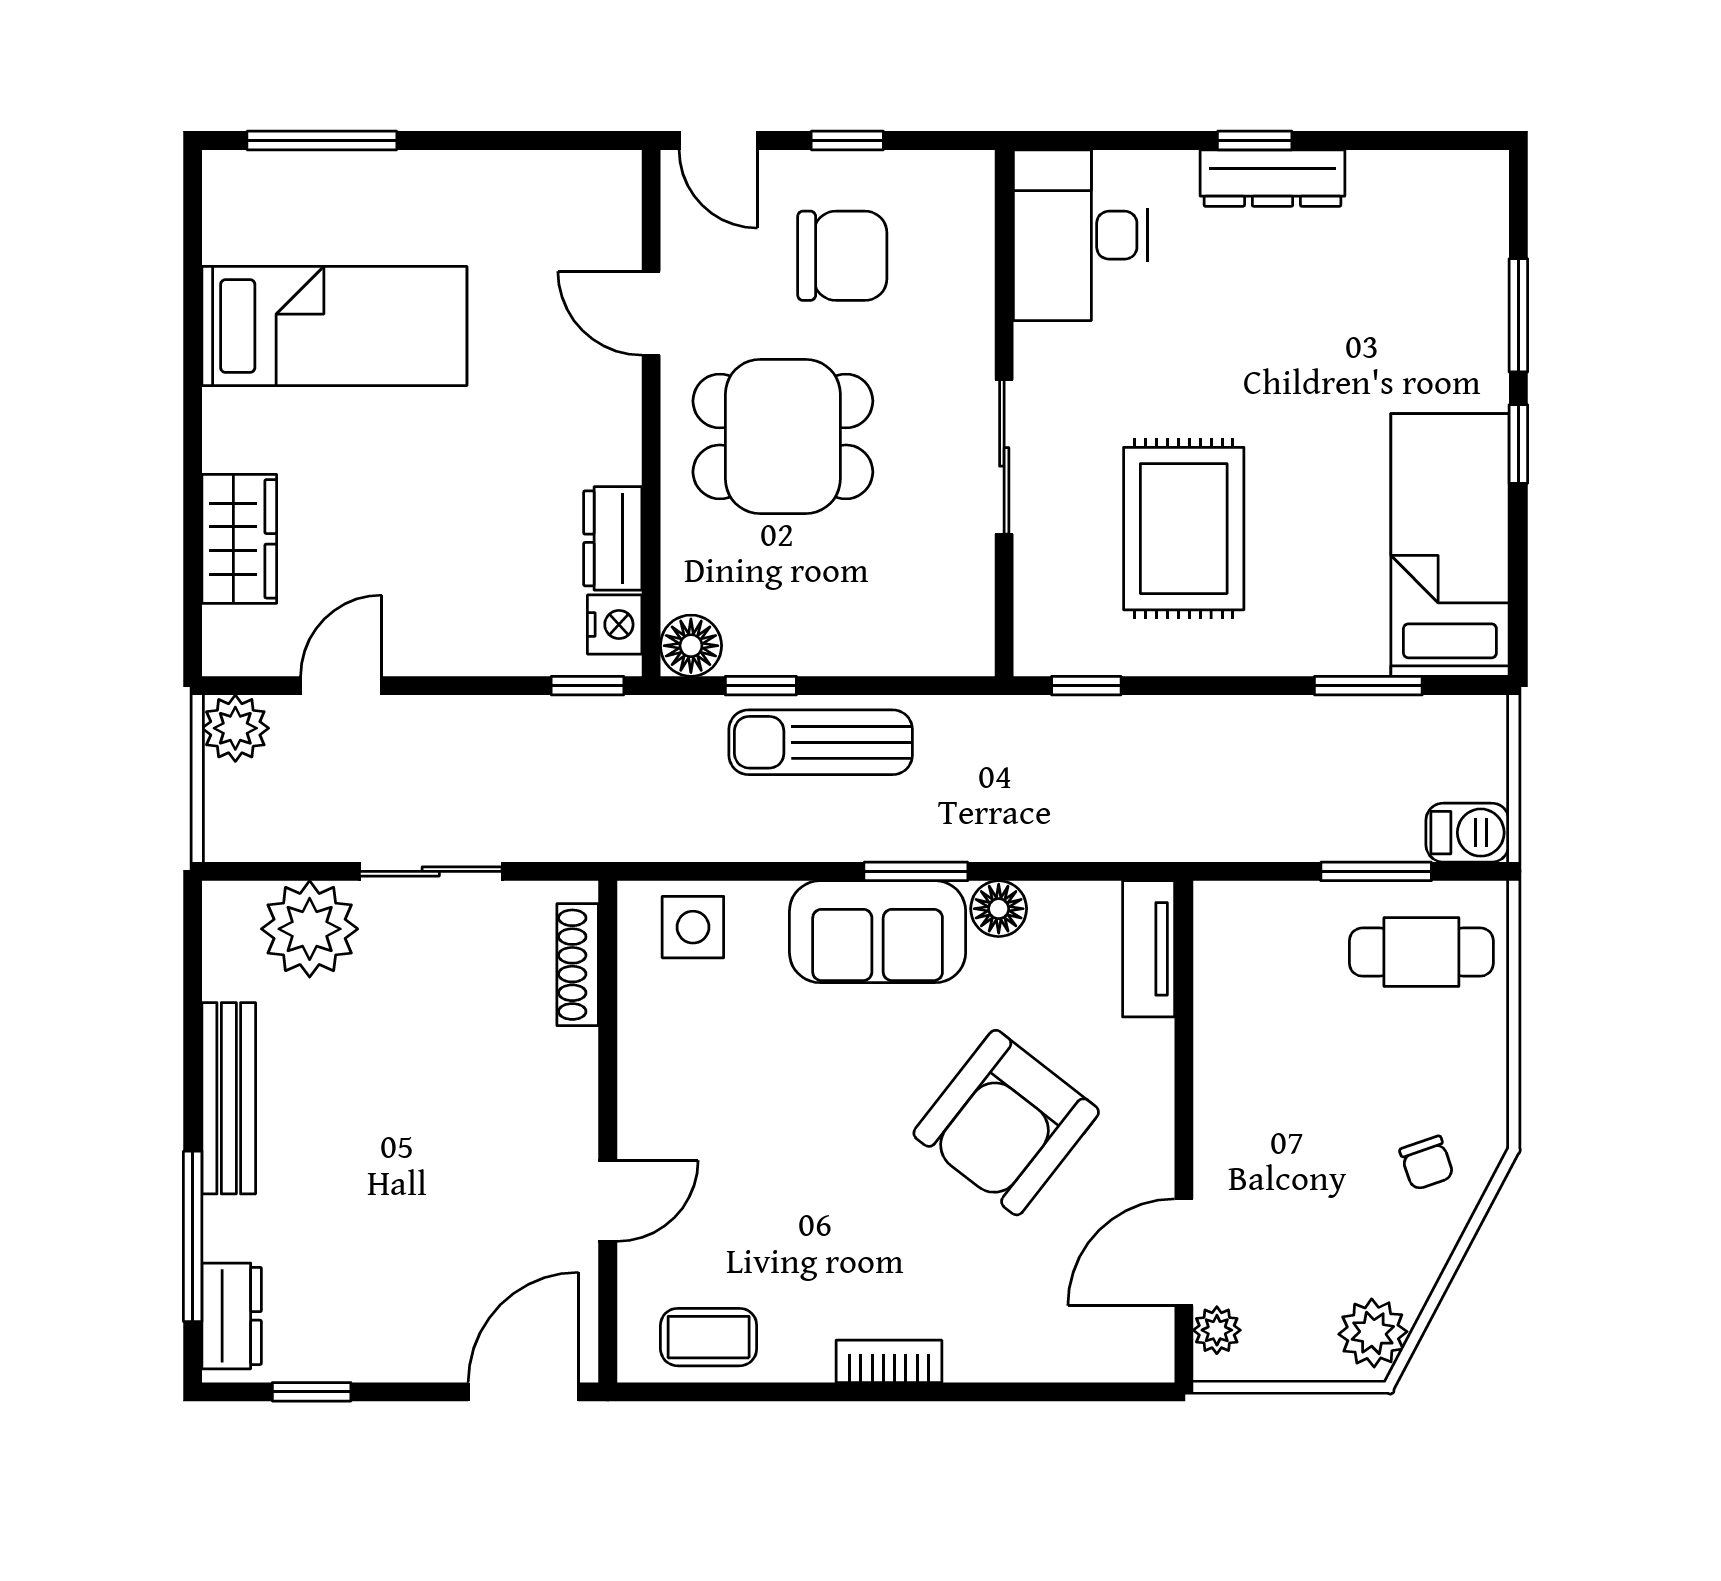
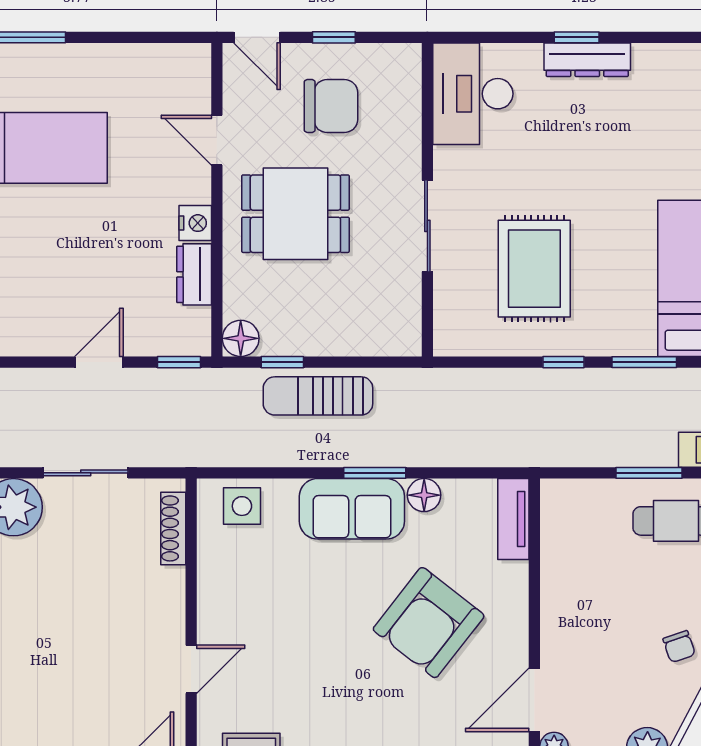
nightstand: (615, 625) -> (195, 223), moved
door: (341, 686) -> (99, 362), moved
window: (1086, 686) -> (564, 362), moved

